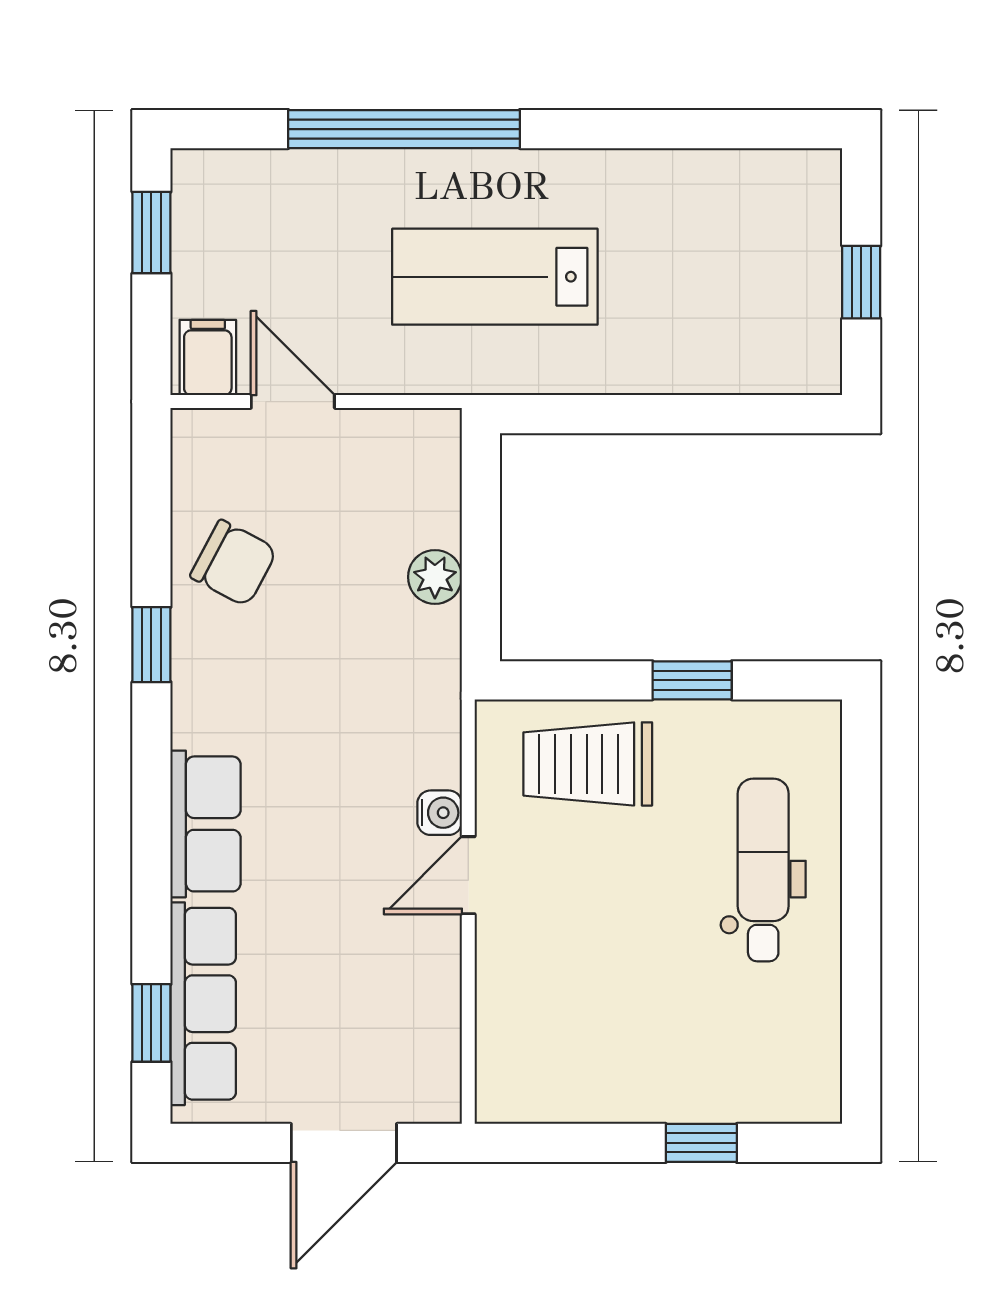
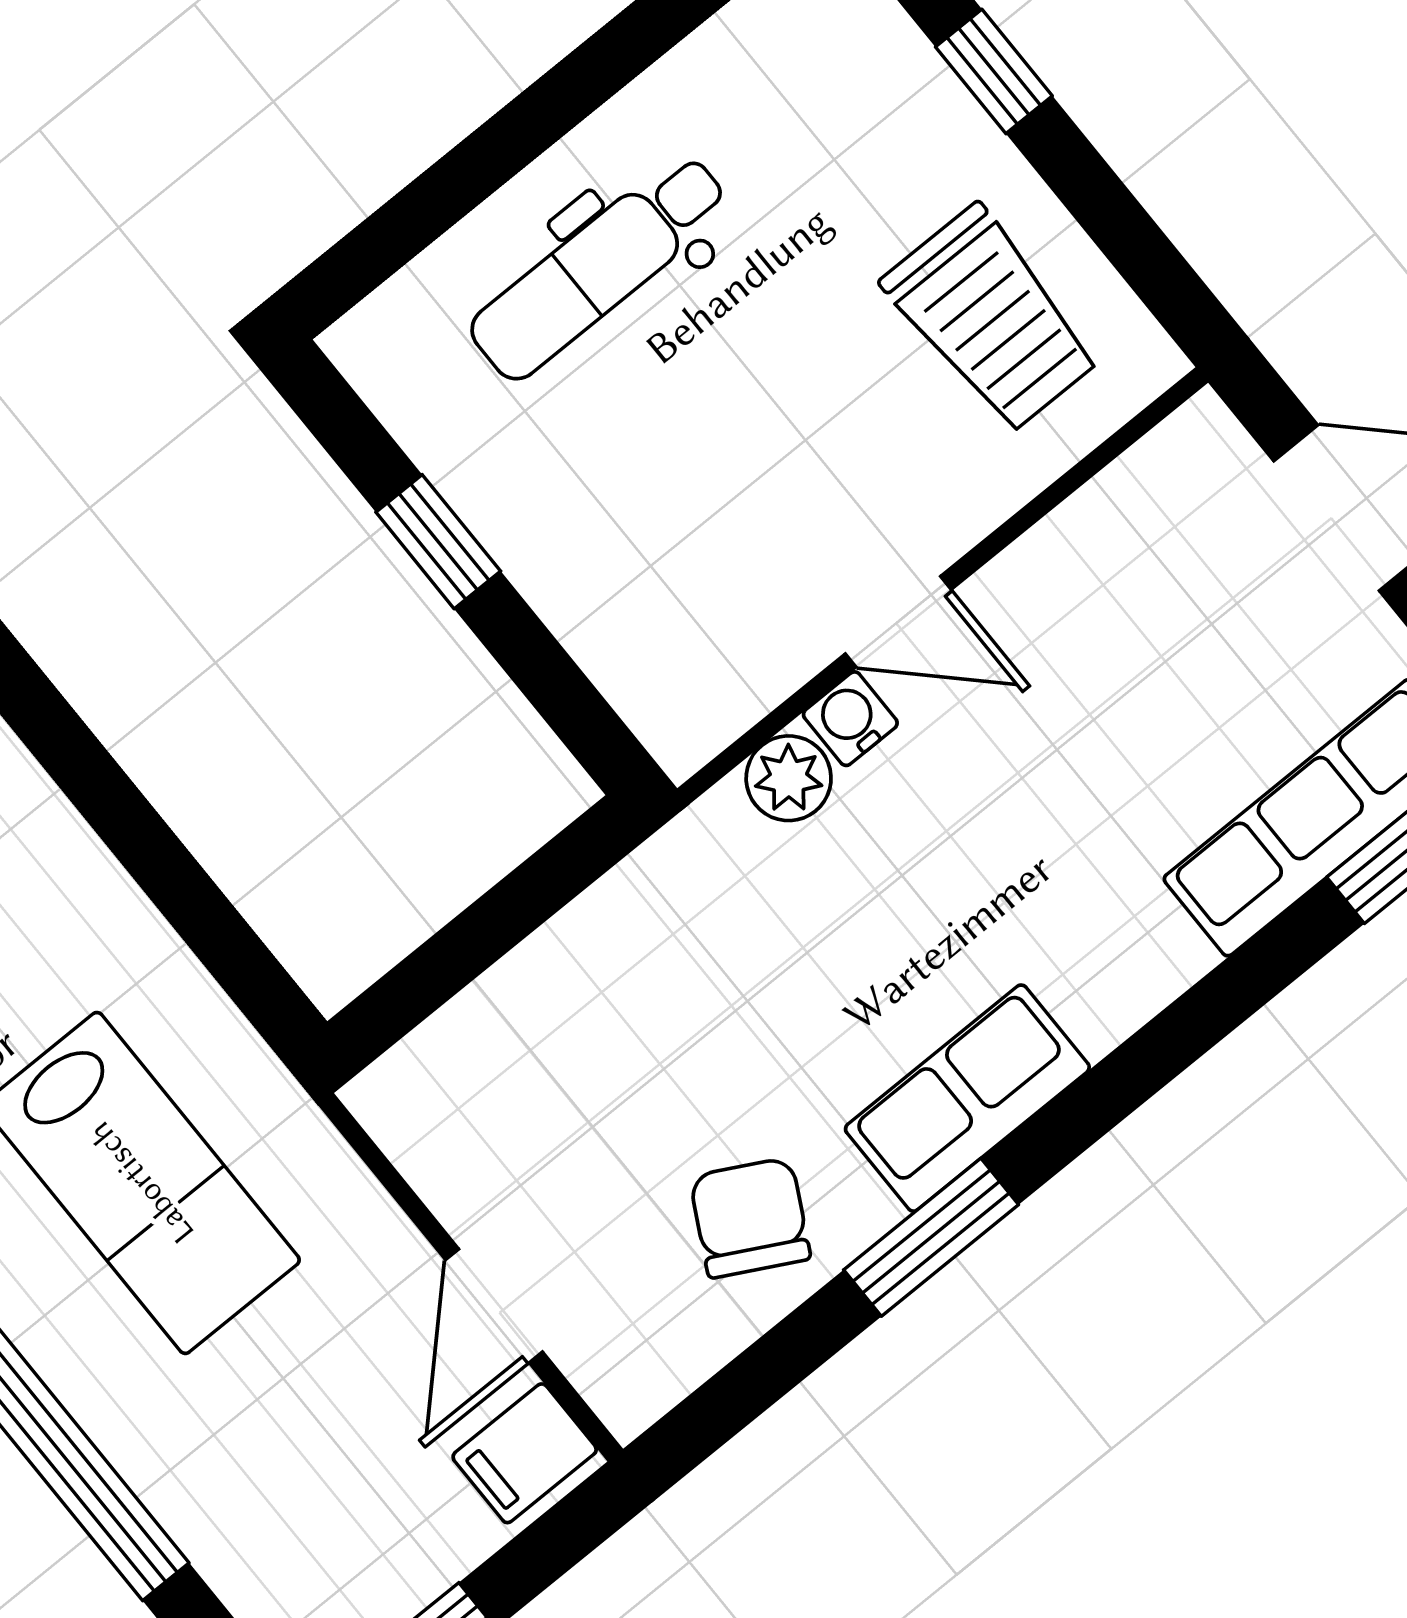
plant: (435, 577) -> (789, 778), moved
window: (151, 645) -> (931, 1237), width x1.50
trolley: (588, 764) -> (991, 319), moved
row of seats: (206, 824) -> (967, 1098), moved

